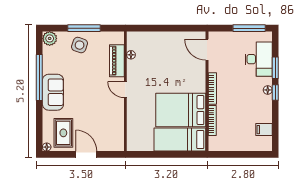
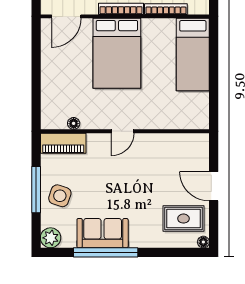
piano: (117, 61) -> (63, 143), moved
sofa: (53, 92) -> (103, 233), moved
bed: (181, 110) -> (117, 53), moved
door: (86, 154) -> (214, 186), hinge flipped

